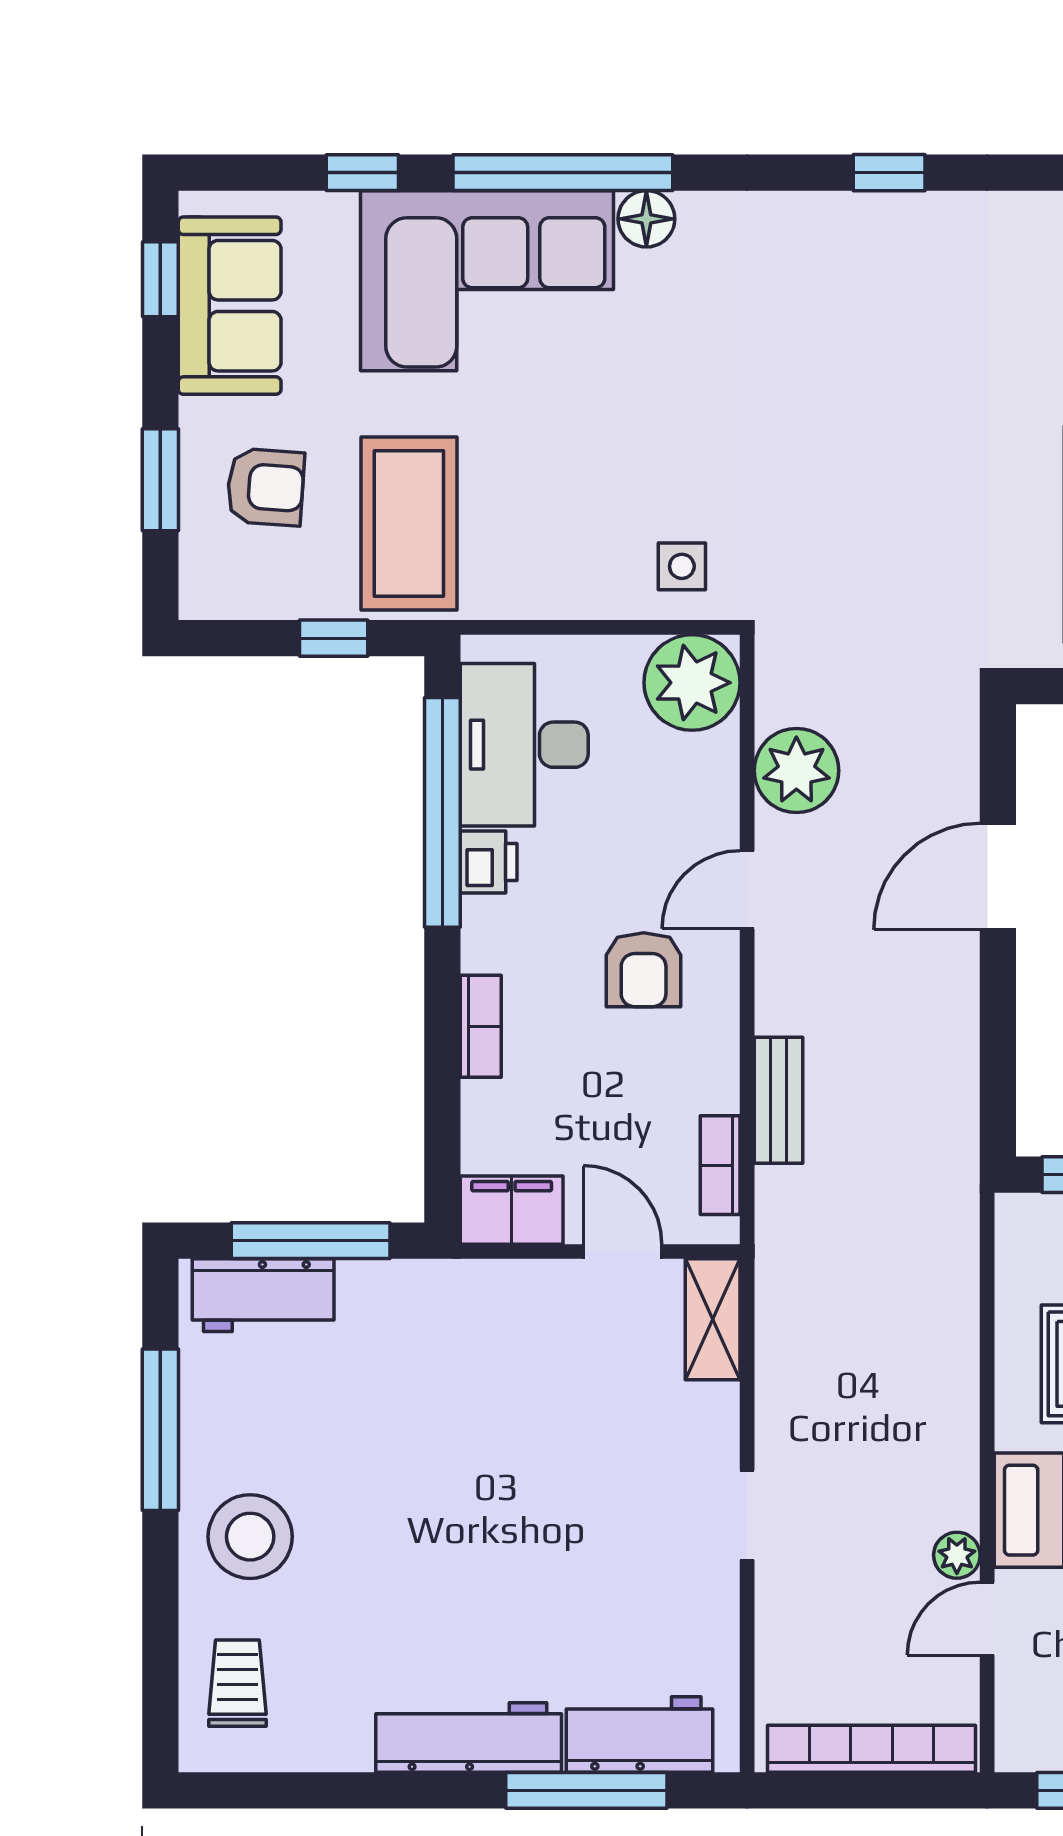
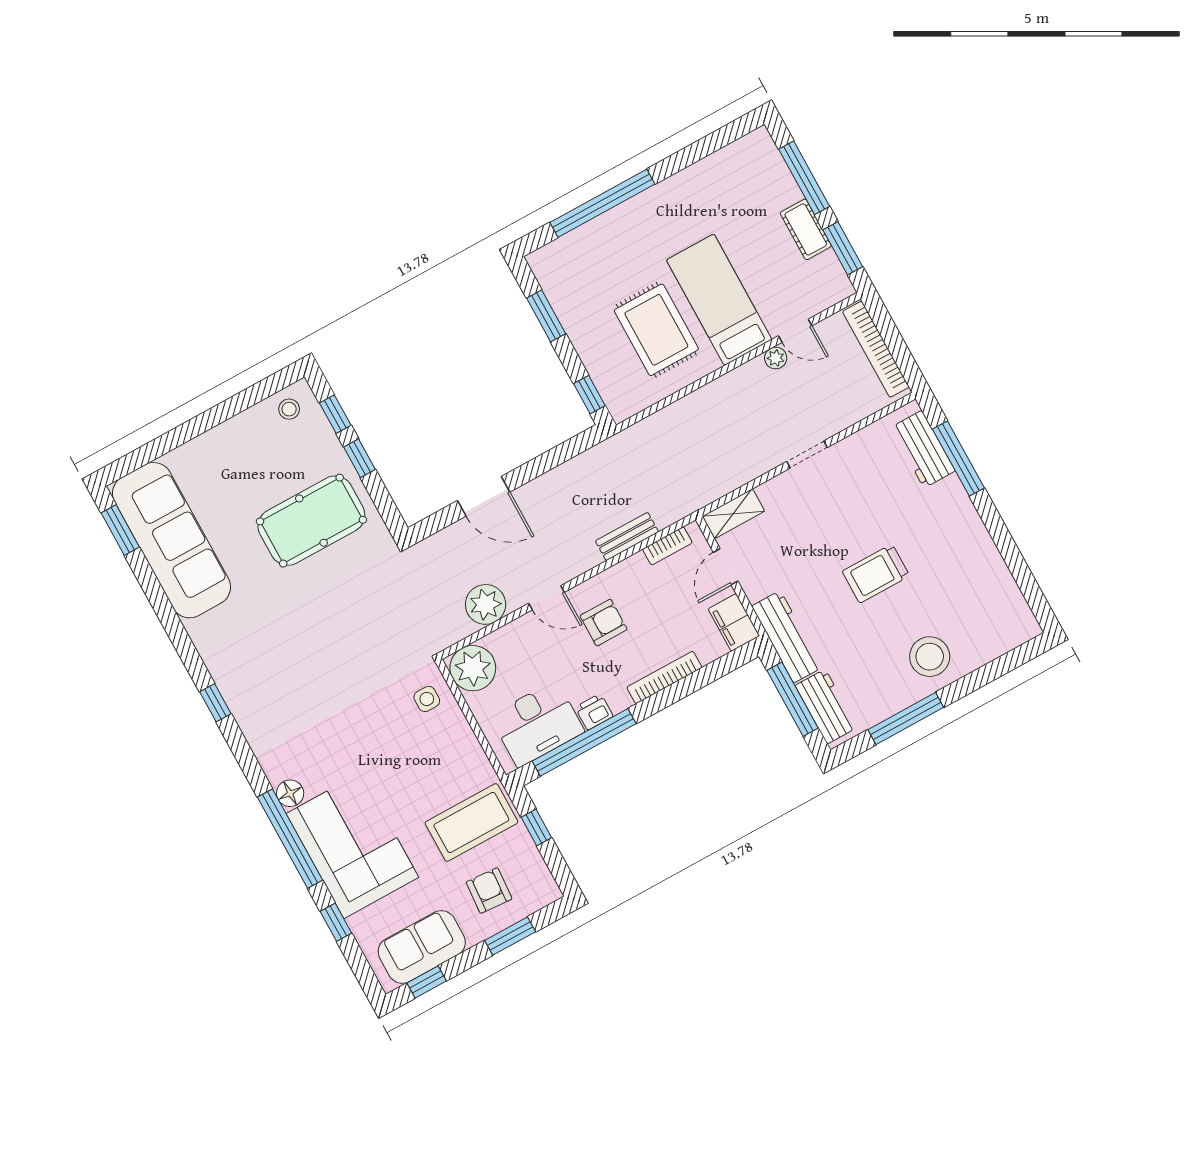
bookcase: (481, 1026) -> (664, 677), width x1.56
trolley: (237, 1683) -> (876, 574), moved, width x1.36, depth x1.39
workbench: (469, 1737) -> (787, 637), moved, turned 180

